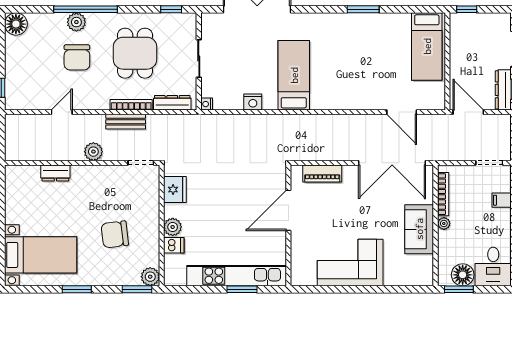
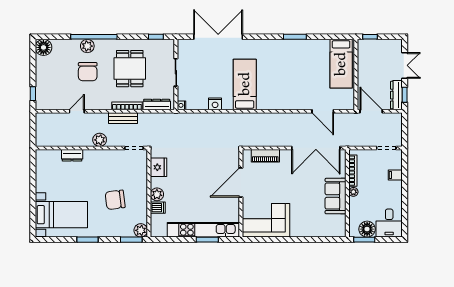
corner sofa: (350, 263) -> (266, 220), moved

